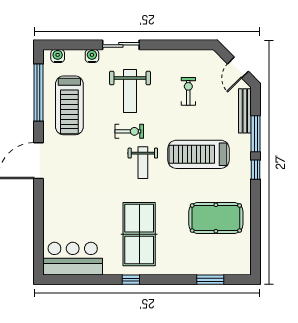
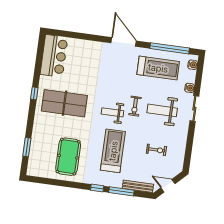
treadmill: (69, 105) -> (158, 68), turned 180

